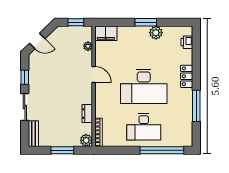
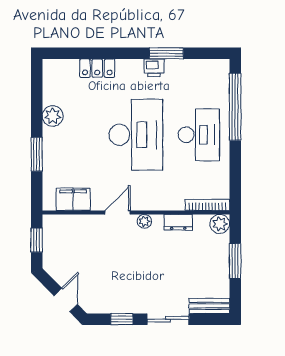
window: (146, 22) -> (37, 154), moved
filing cabinet: (106, 33) -> (73, 199), moved, turned -90
printer: (187, 42) -> (154, 68), moved
plant: (88, 46) -> (144, 221), moved
locker: (187, 76) -> (97, 68), moved
window: (196, 106) -> (166, 53), width x0.69

